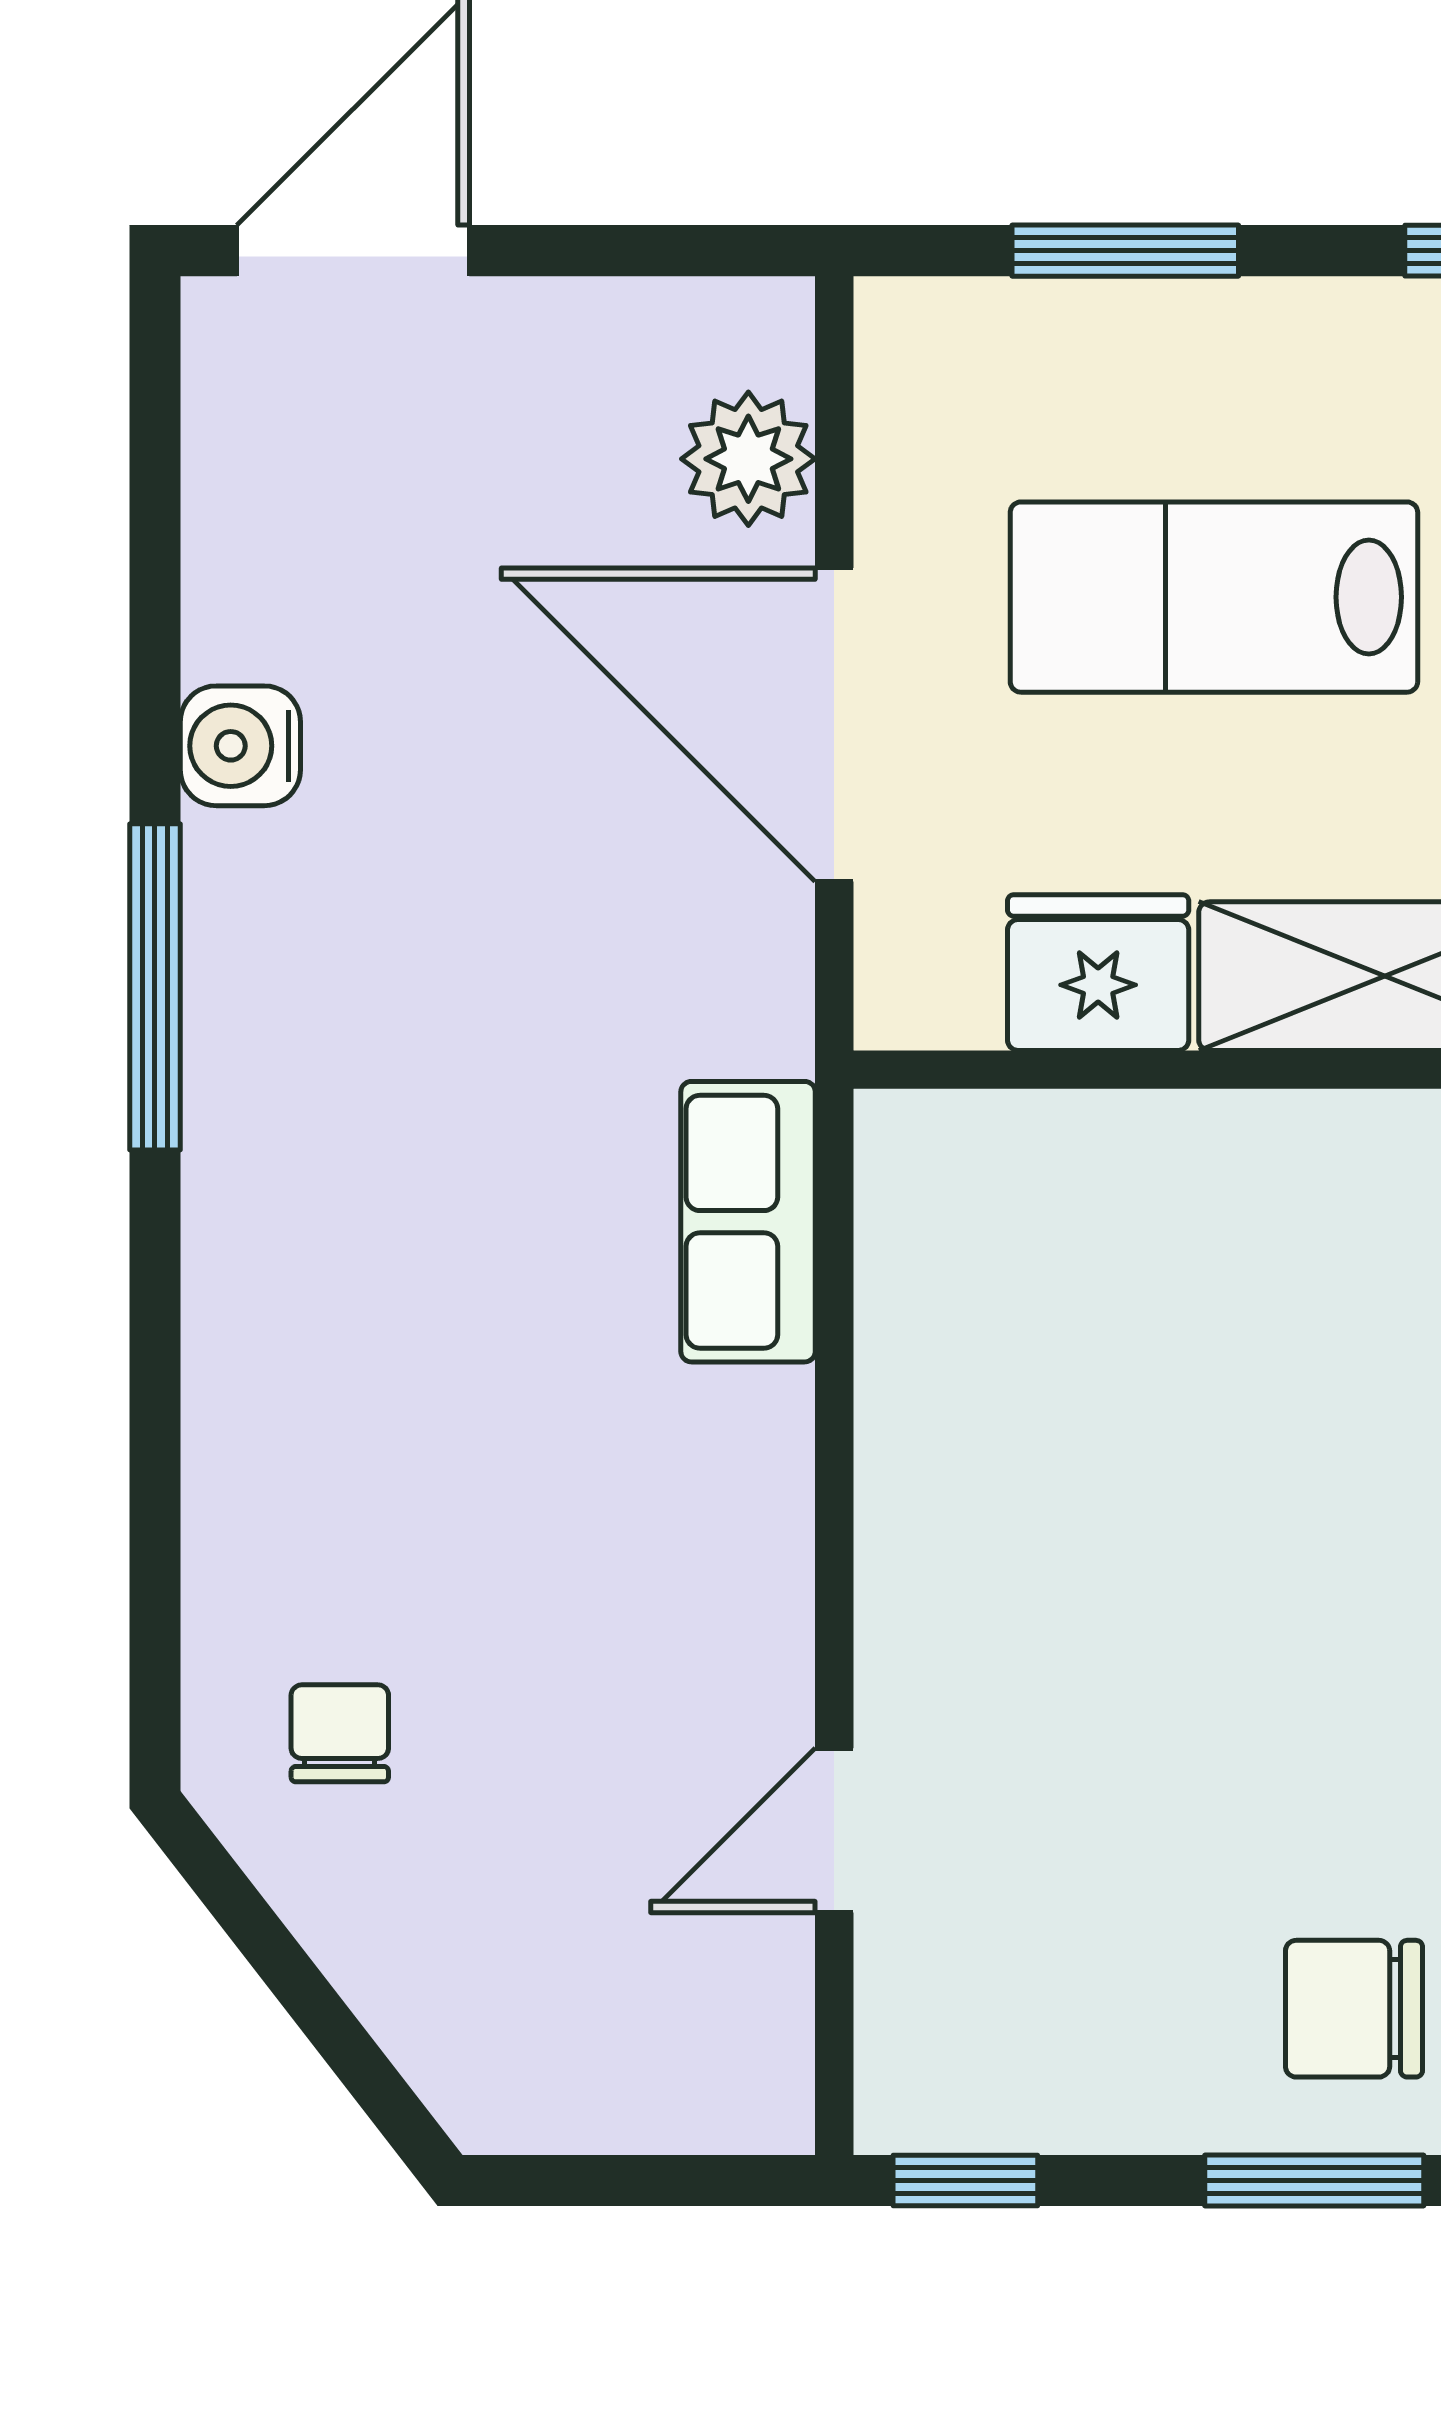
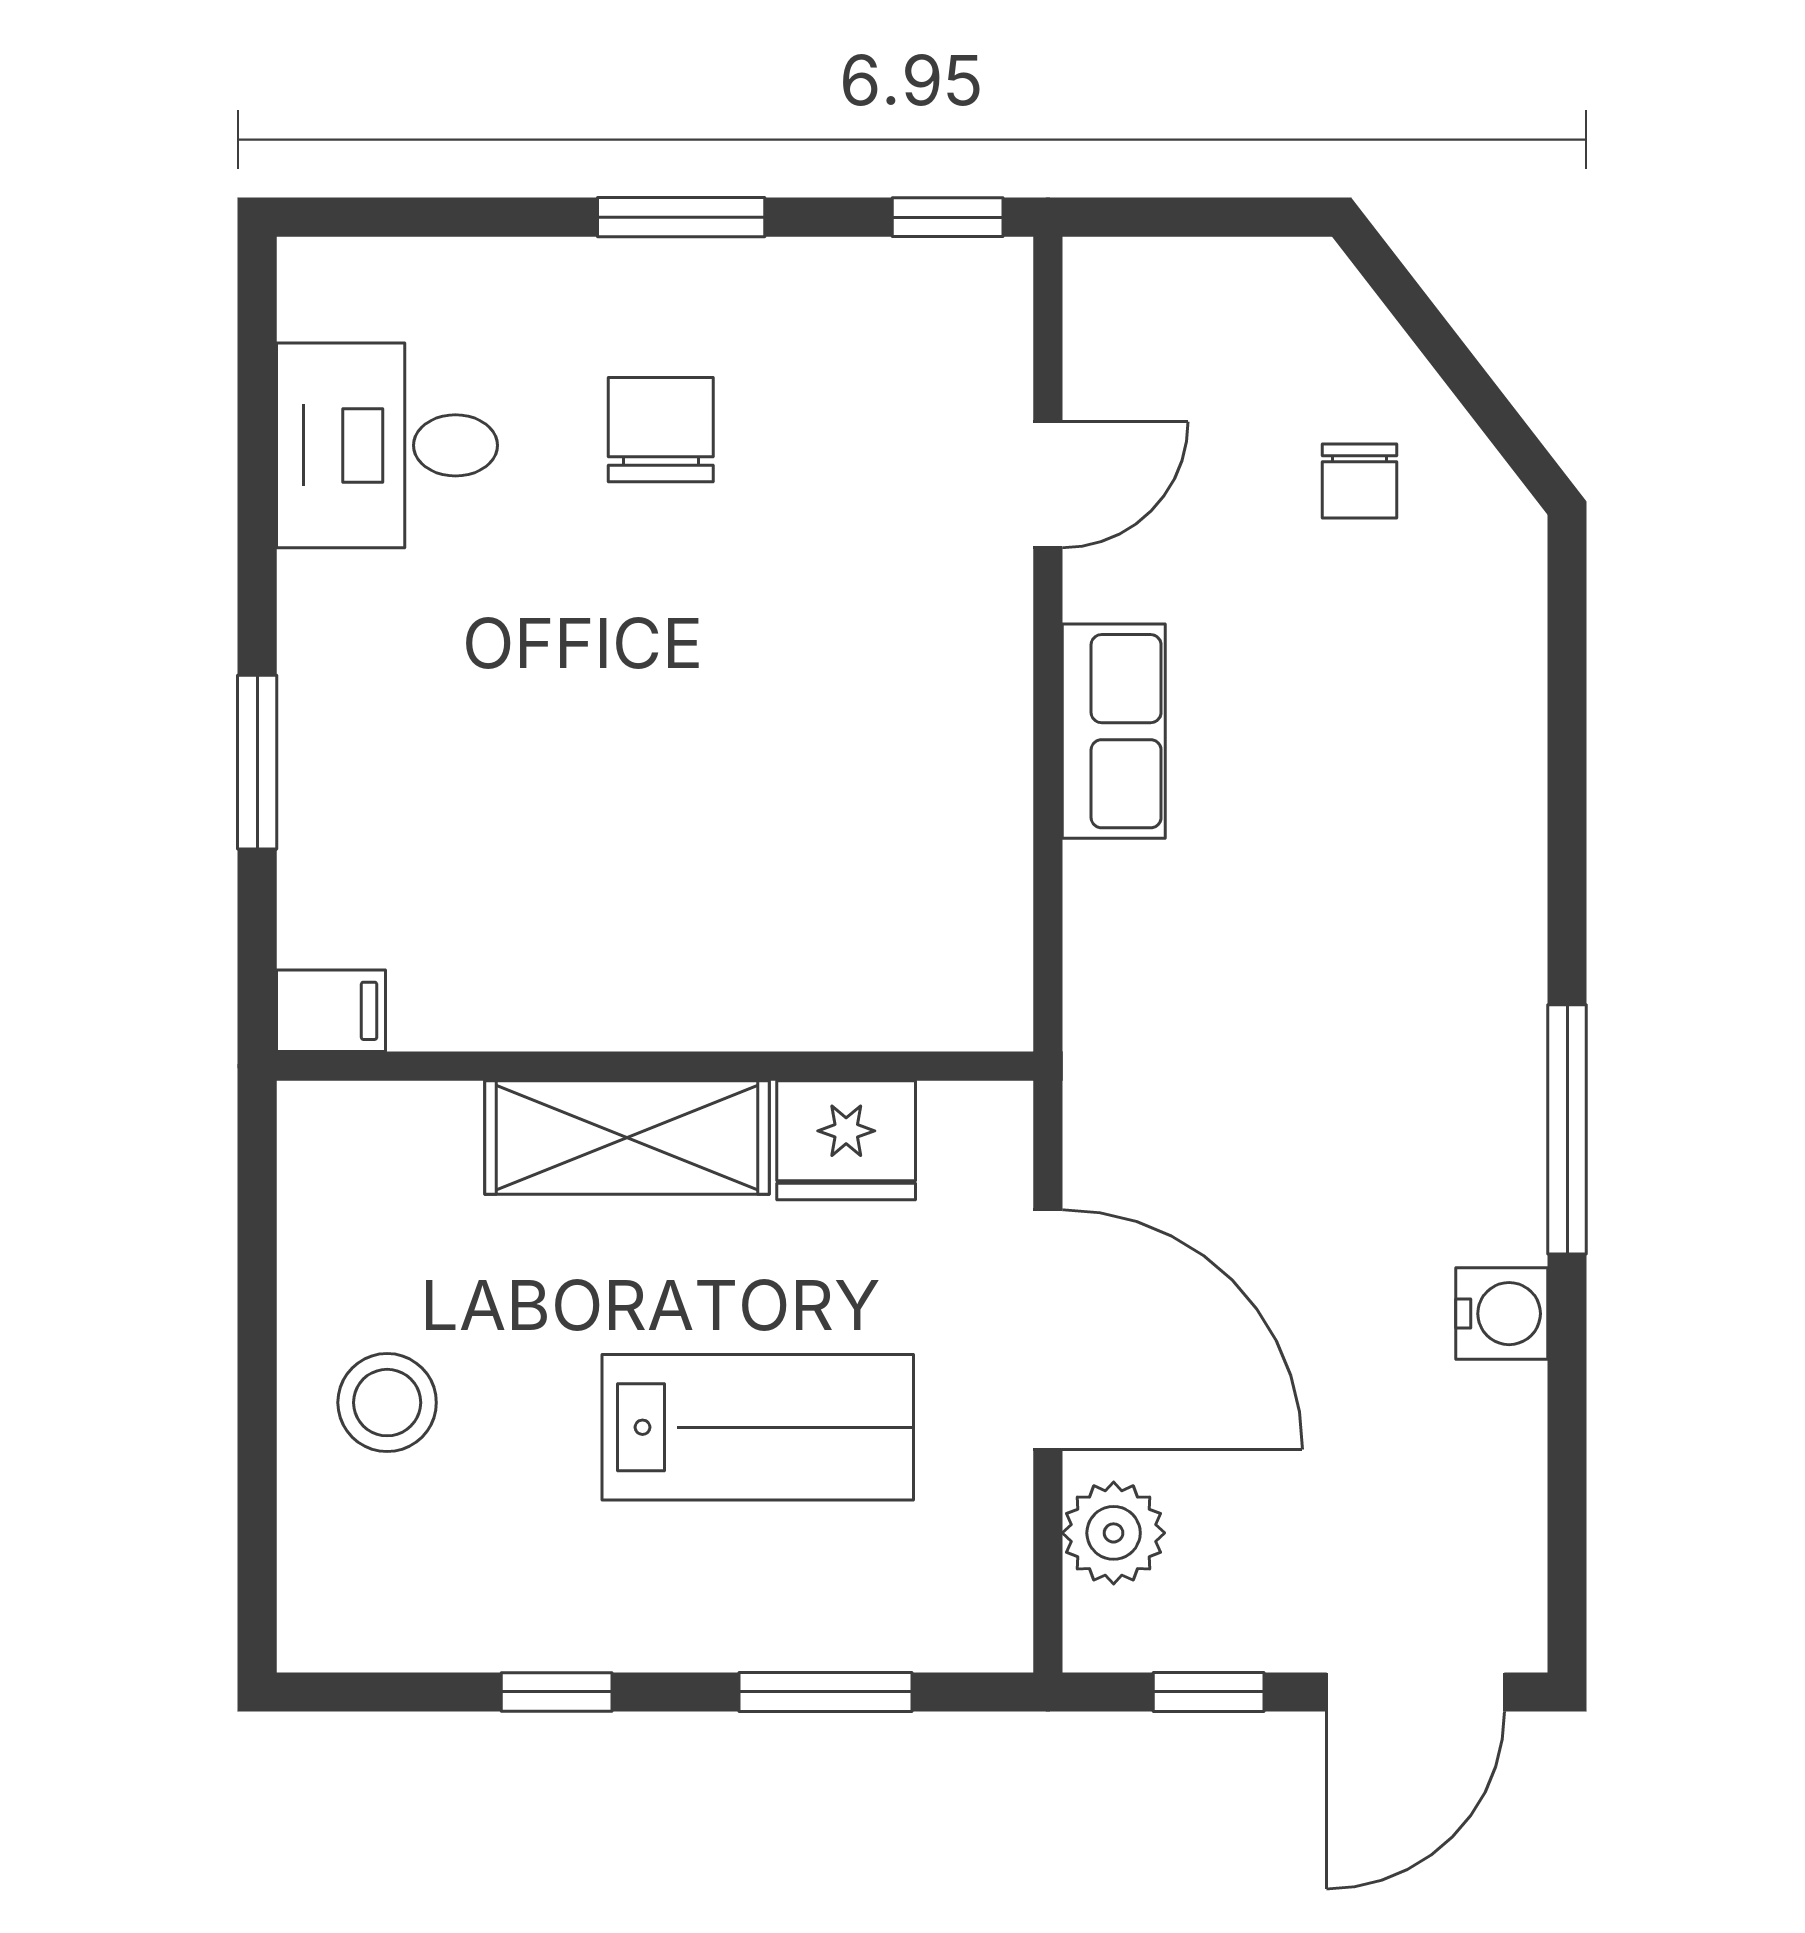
window: (624, 251) -> (1209, 1692), added
row of seats: (748, 1222) -> (1114, 731), moved
chair: (340, 1733) -> (1360, 481), moved
chair: (1354, 2009) -> (661, 430), moved, turned -90

